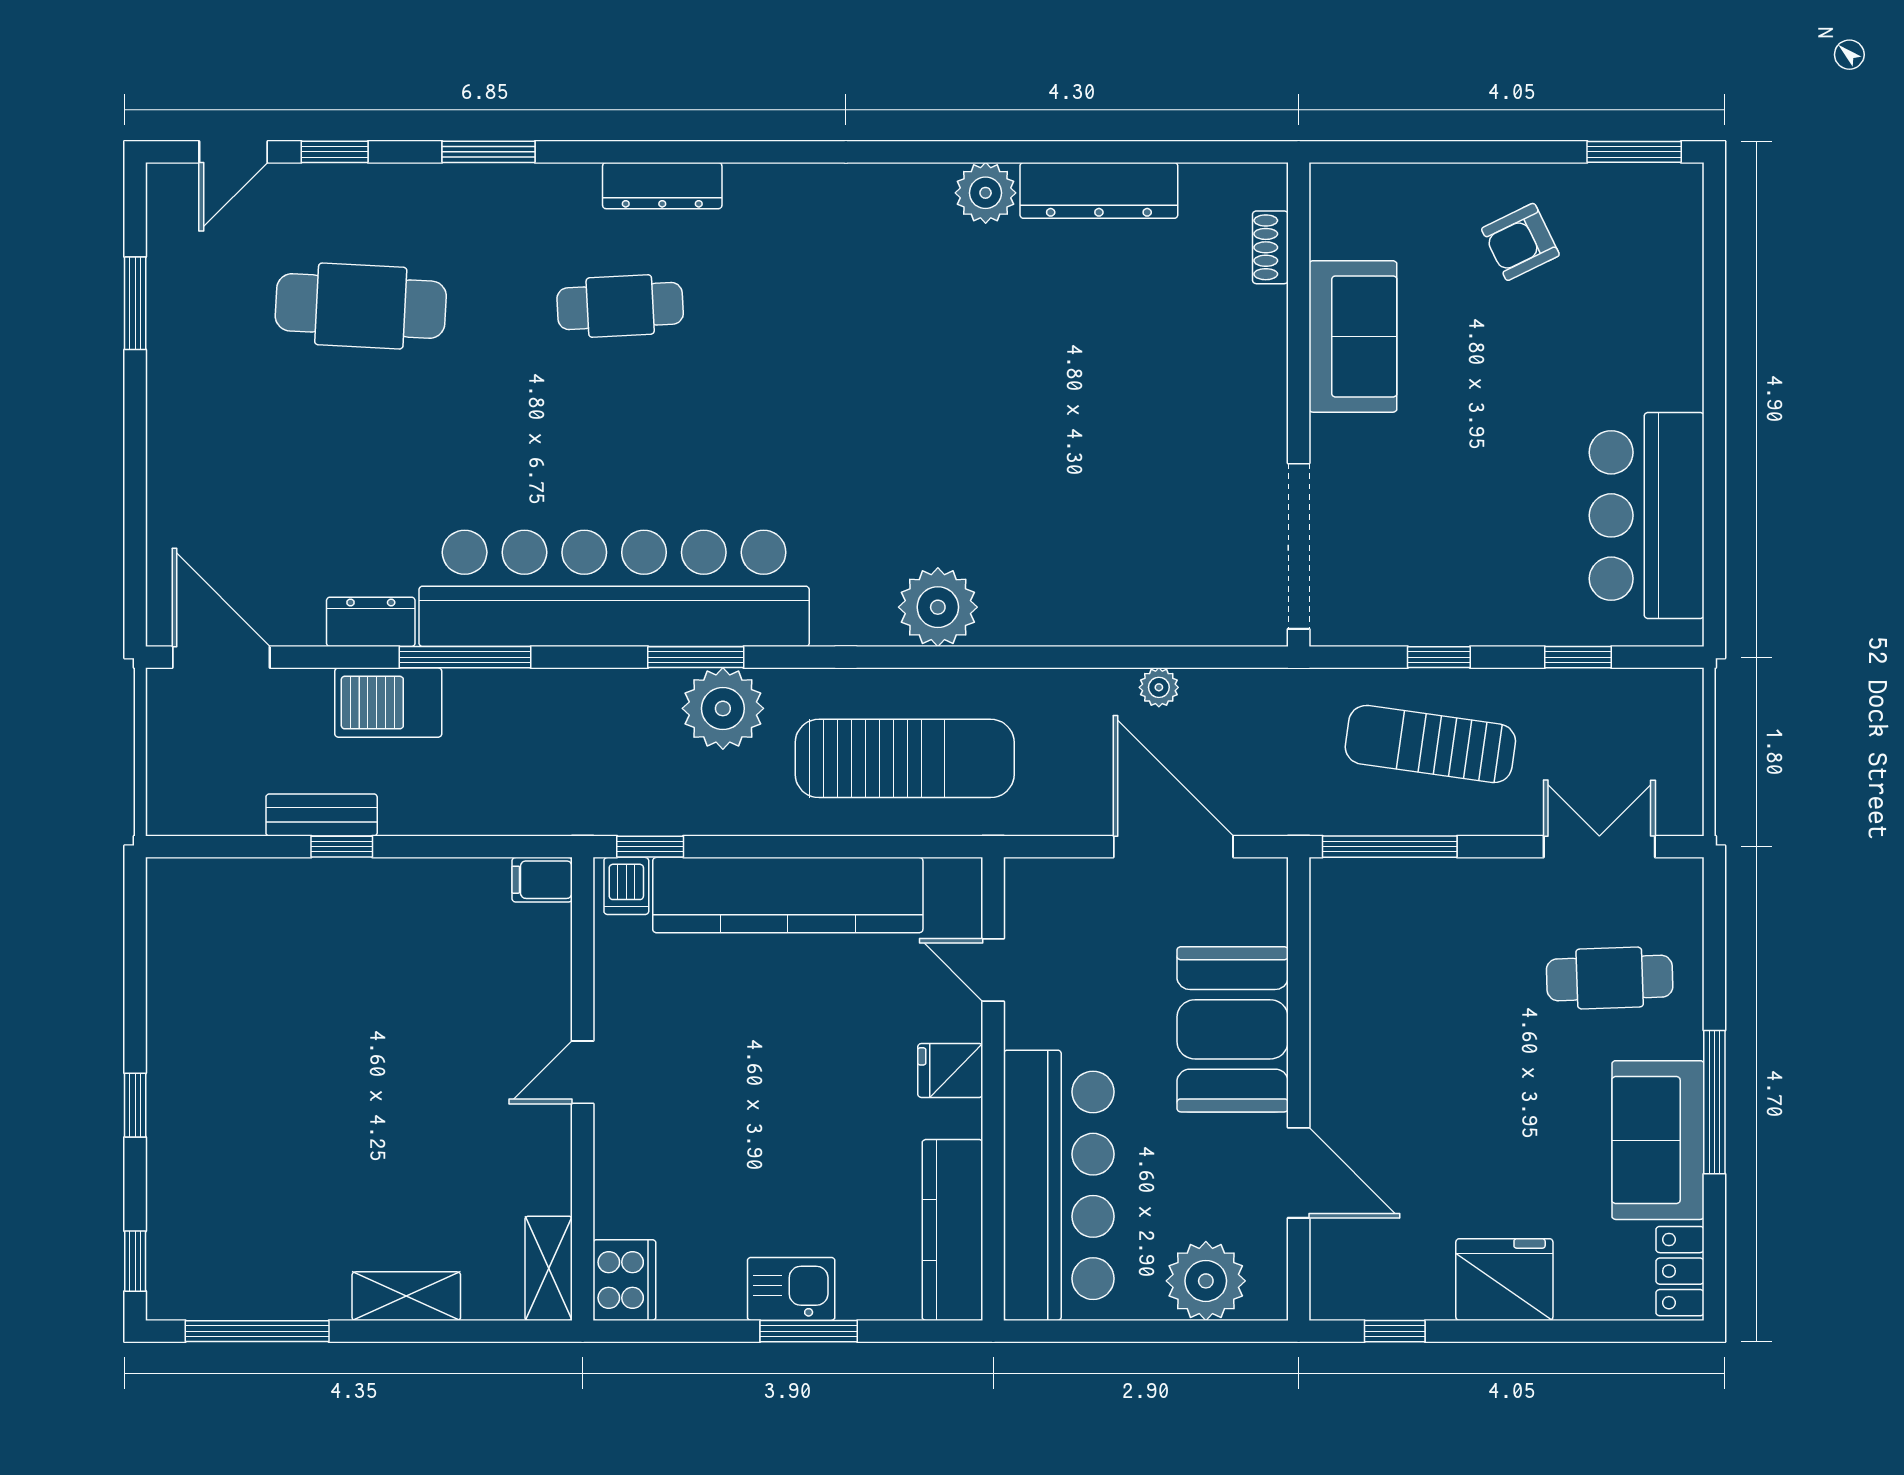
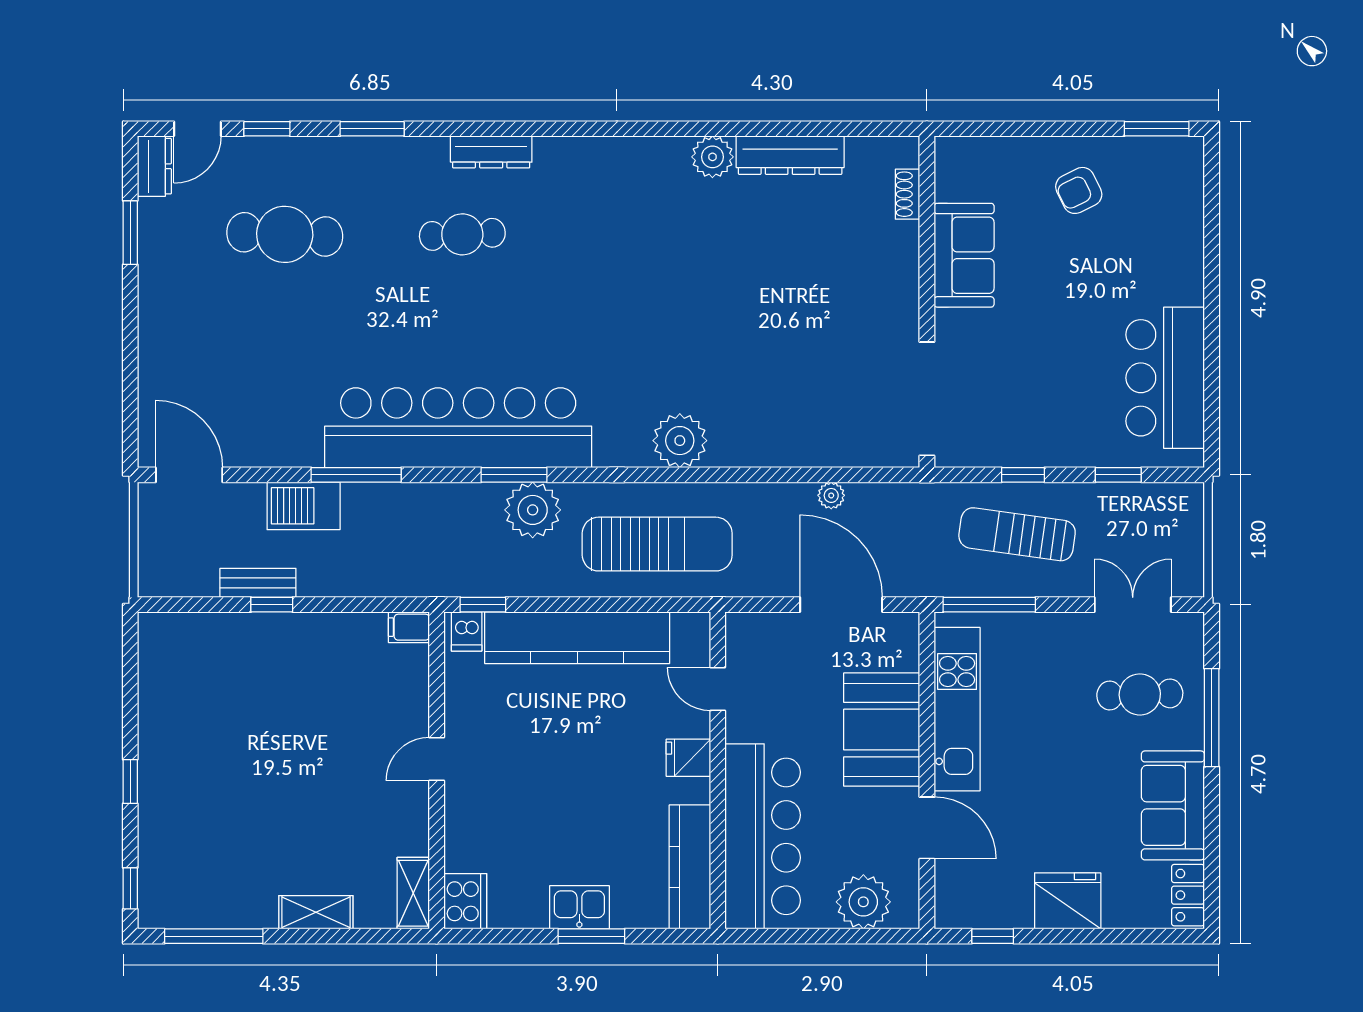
dresser: (371, 622) -> (154, 166), moved, turned 90
kitchen unit: (1343, 999) -> (957, 709), added
window: (1714, 1102) -> (1212, 718), moved

